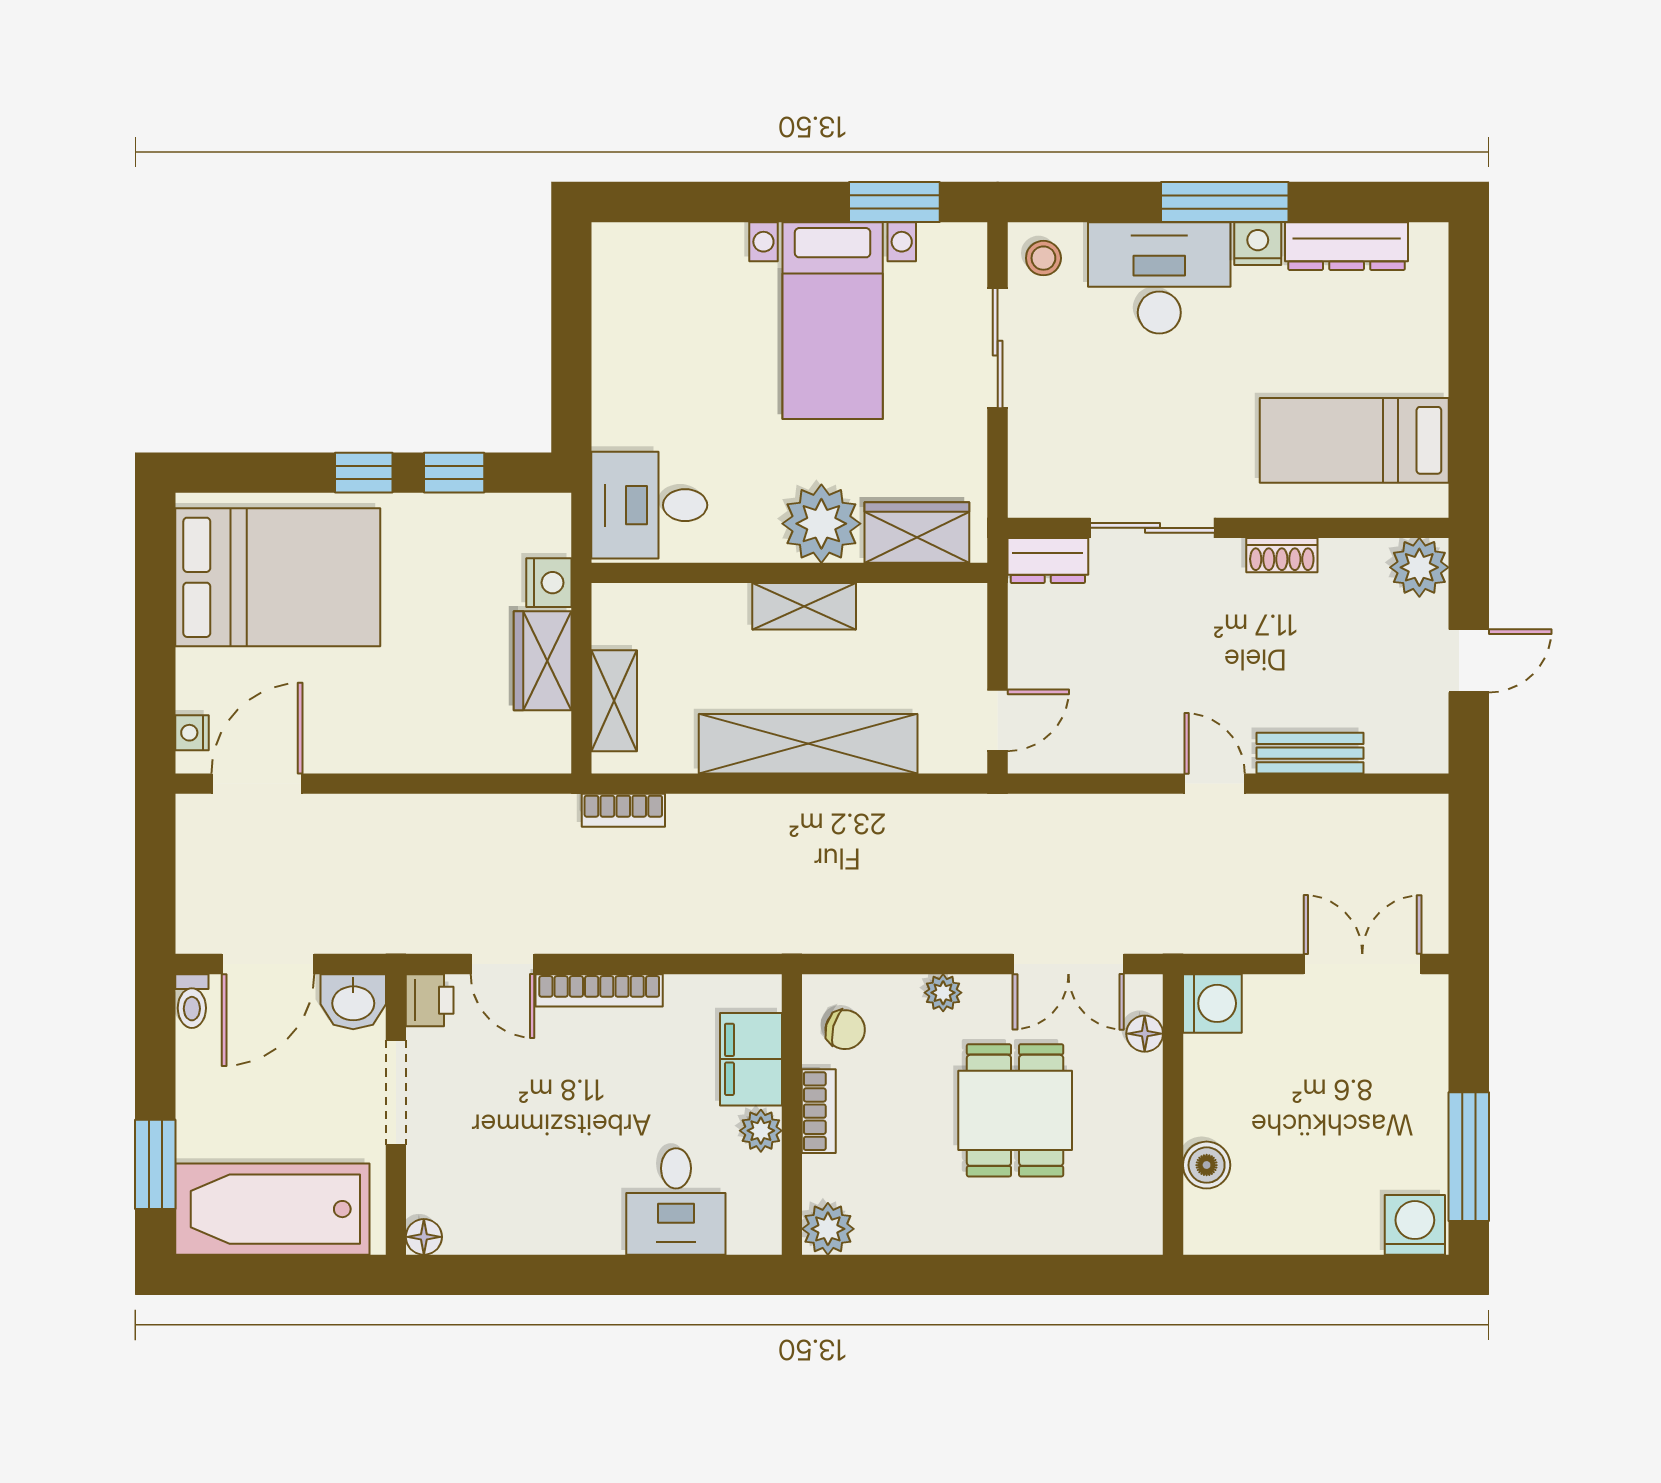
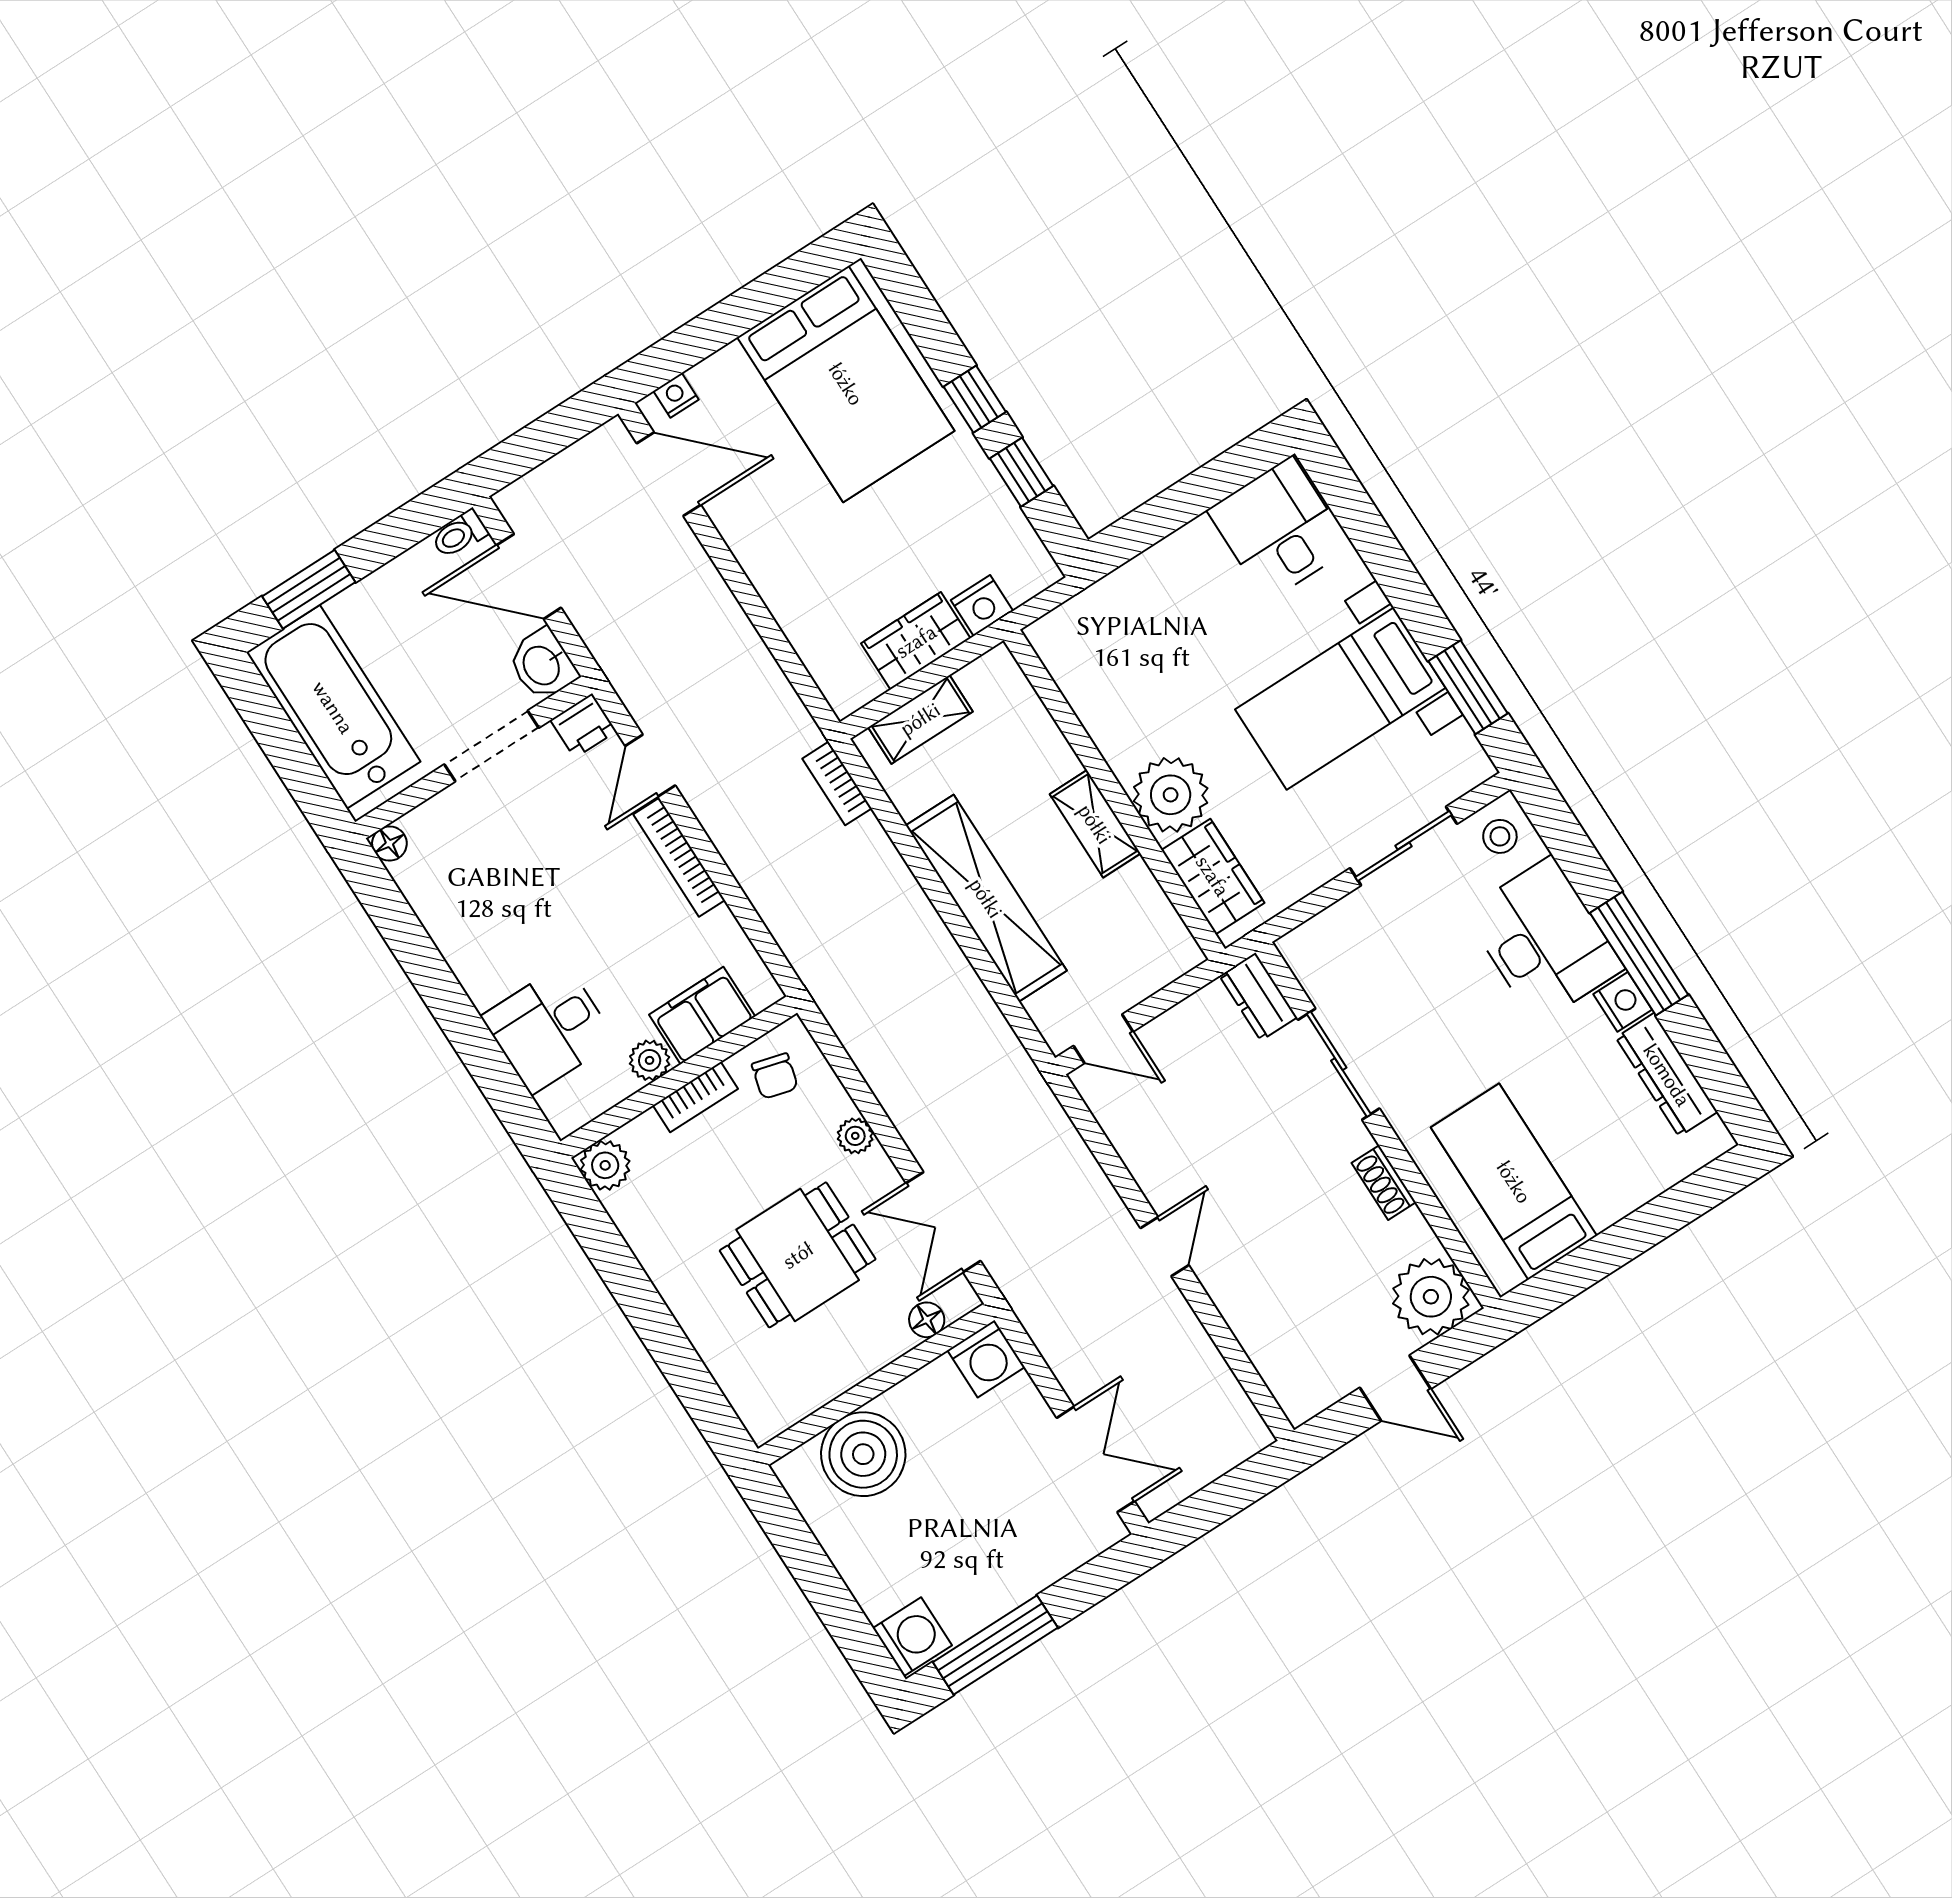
desk: (649, 505) -> (1279, 529), moved
plant: (1419, 567) -> (1431, 1297), width x1.36, depth x1.36
bench: (1310, 753) -> (1239, 1308), removed
boiler: (1207, 1165) -> (863, 1454), width x1.86, depth x1.86

